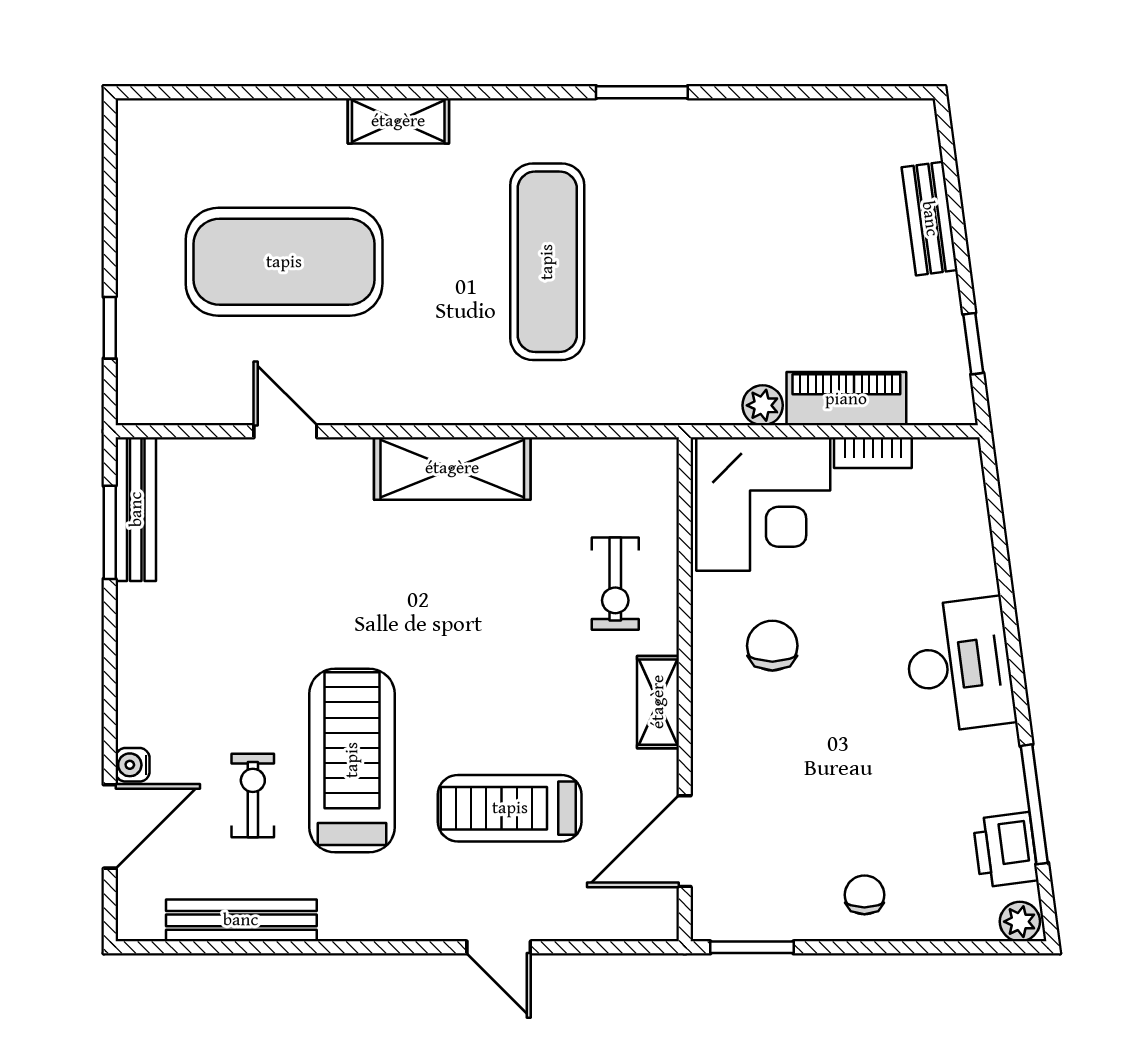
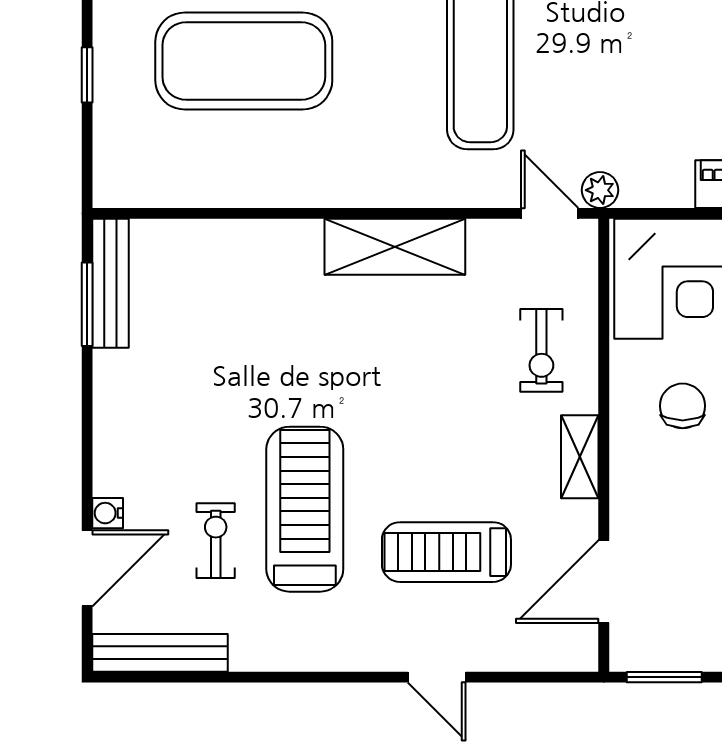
window: (110, 328) -> (87, 75), moved
plant: (763, 405) -> (600, 190), moved
door: (285, 431) -> (550, 213), moved
bench: (241, 920) -> (160, 653), moved

